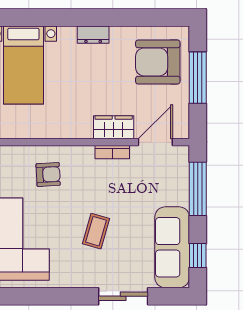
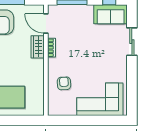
coffee table: (96, 231) -> (96, 57), removed
sofa: (172, 247) -> (111, 14), width x0.73

